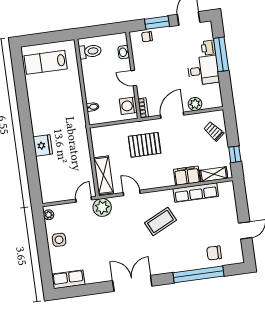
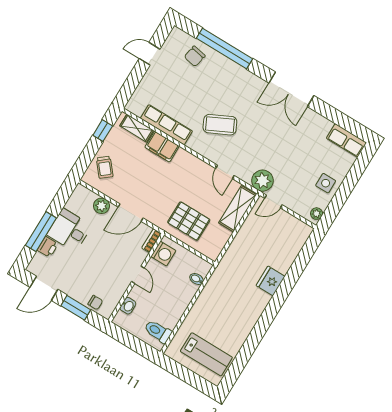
pallet: (145, 145) -> (189, 221), moved
chair: (214, 253) -> (195, 56), turned 101

